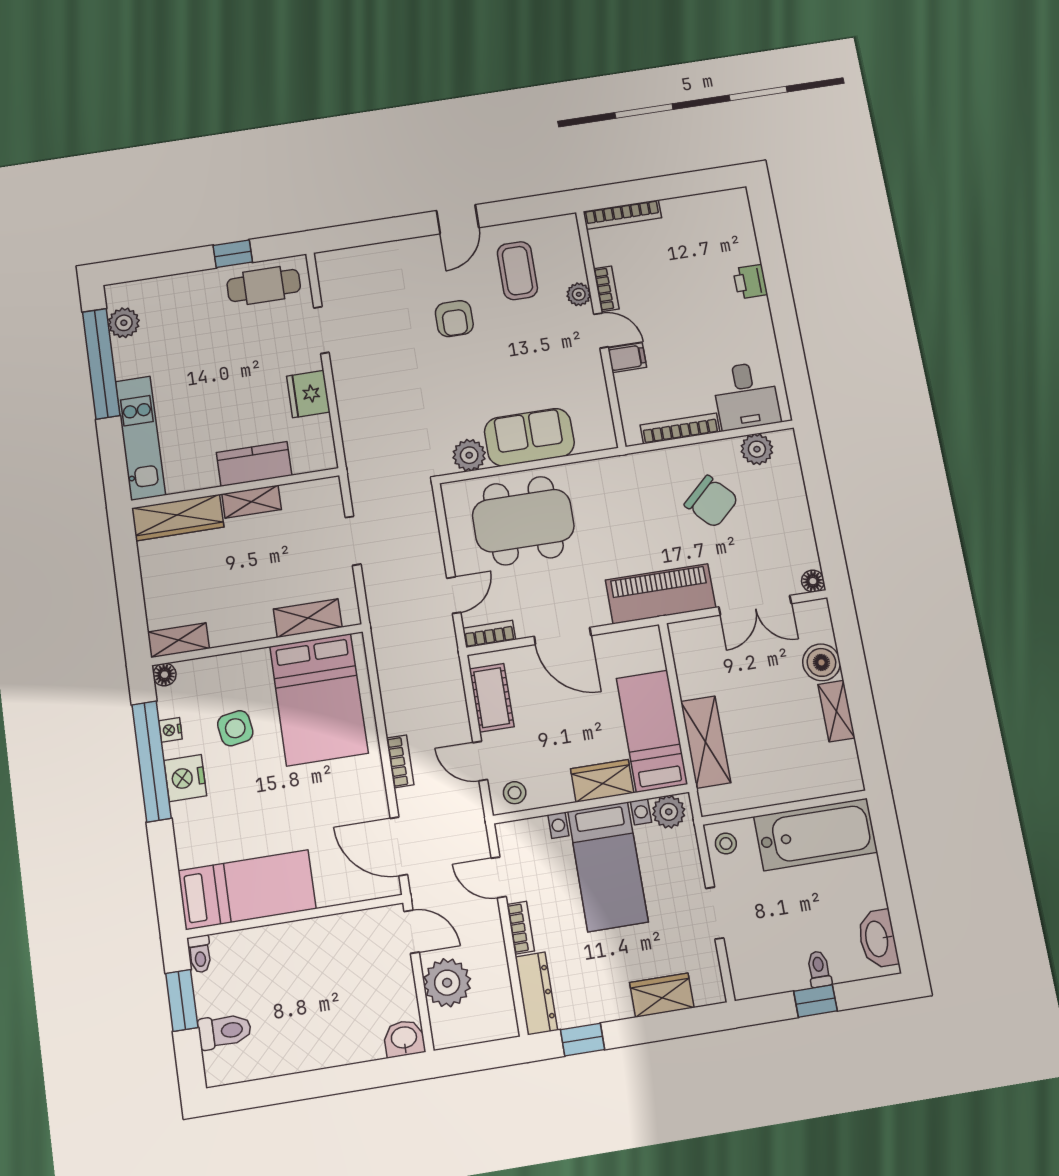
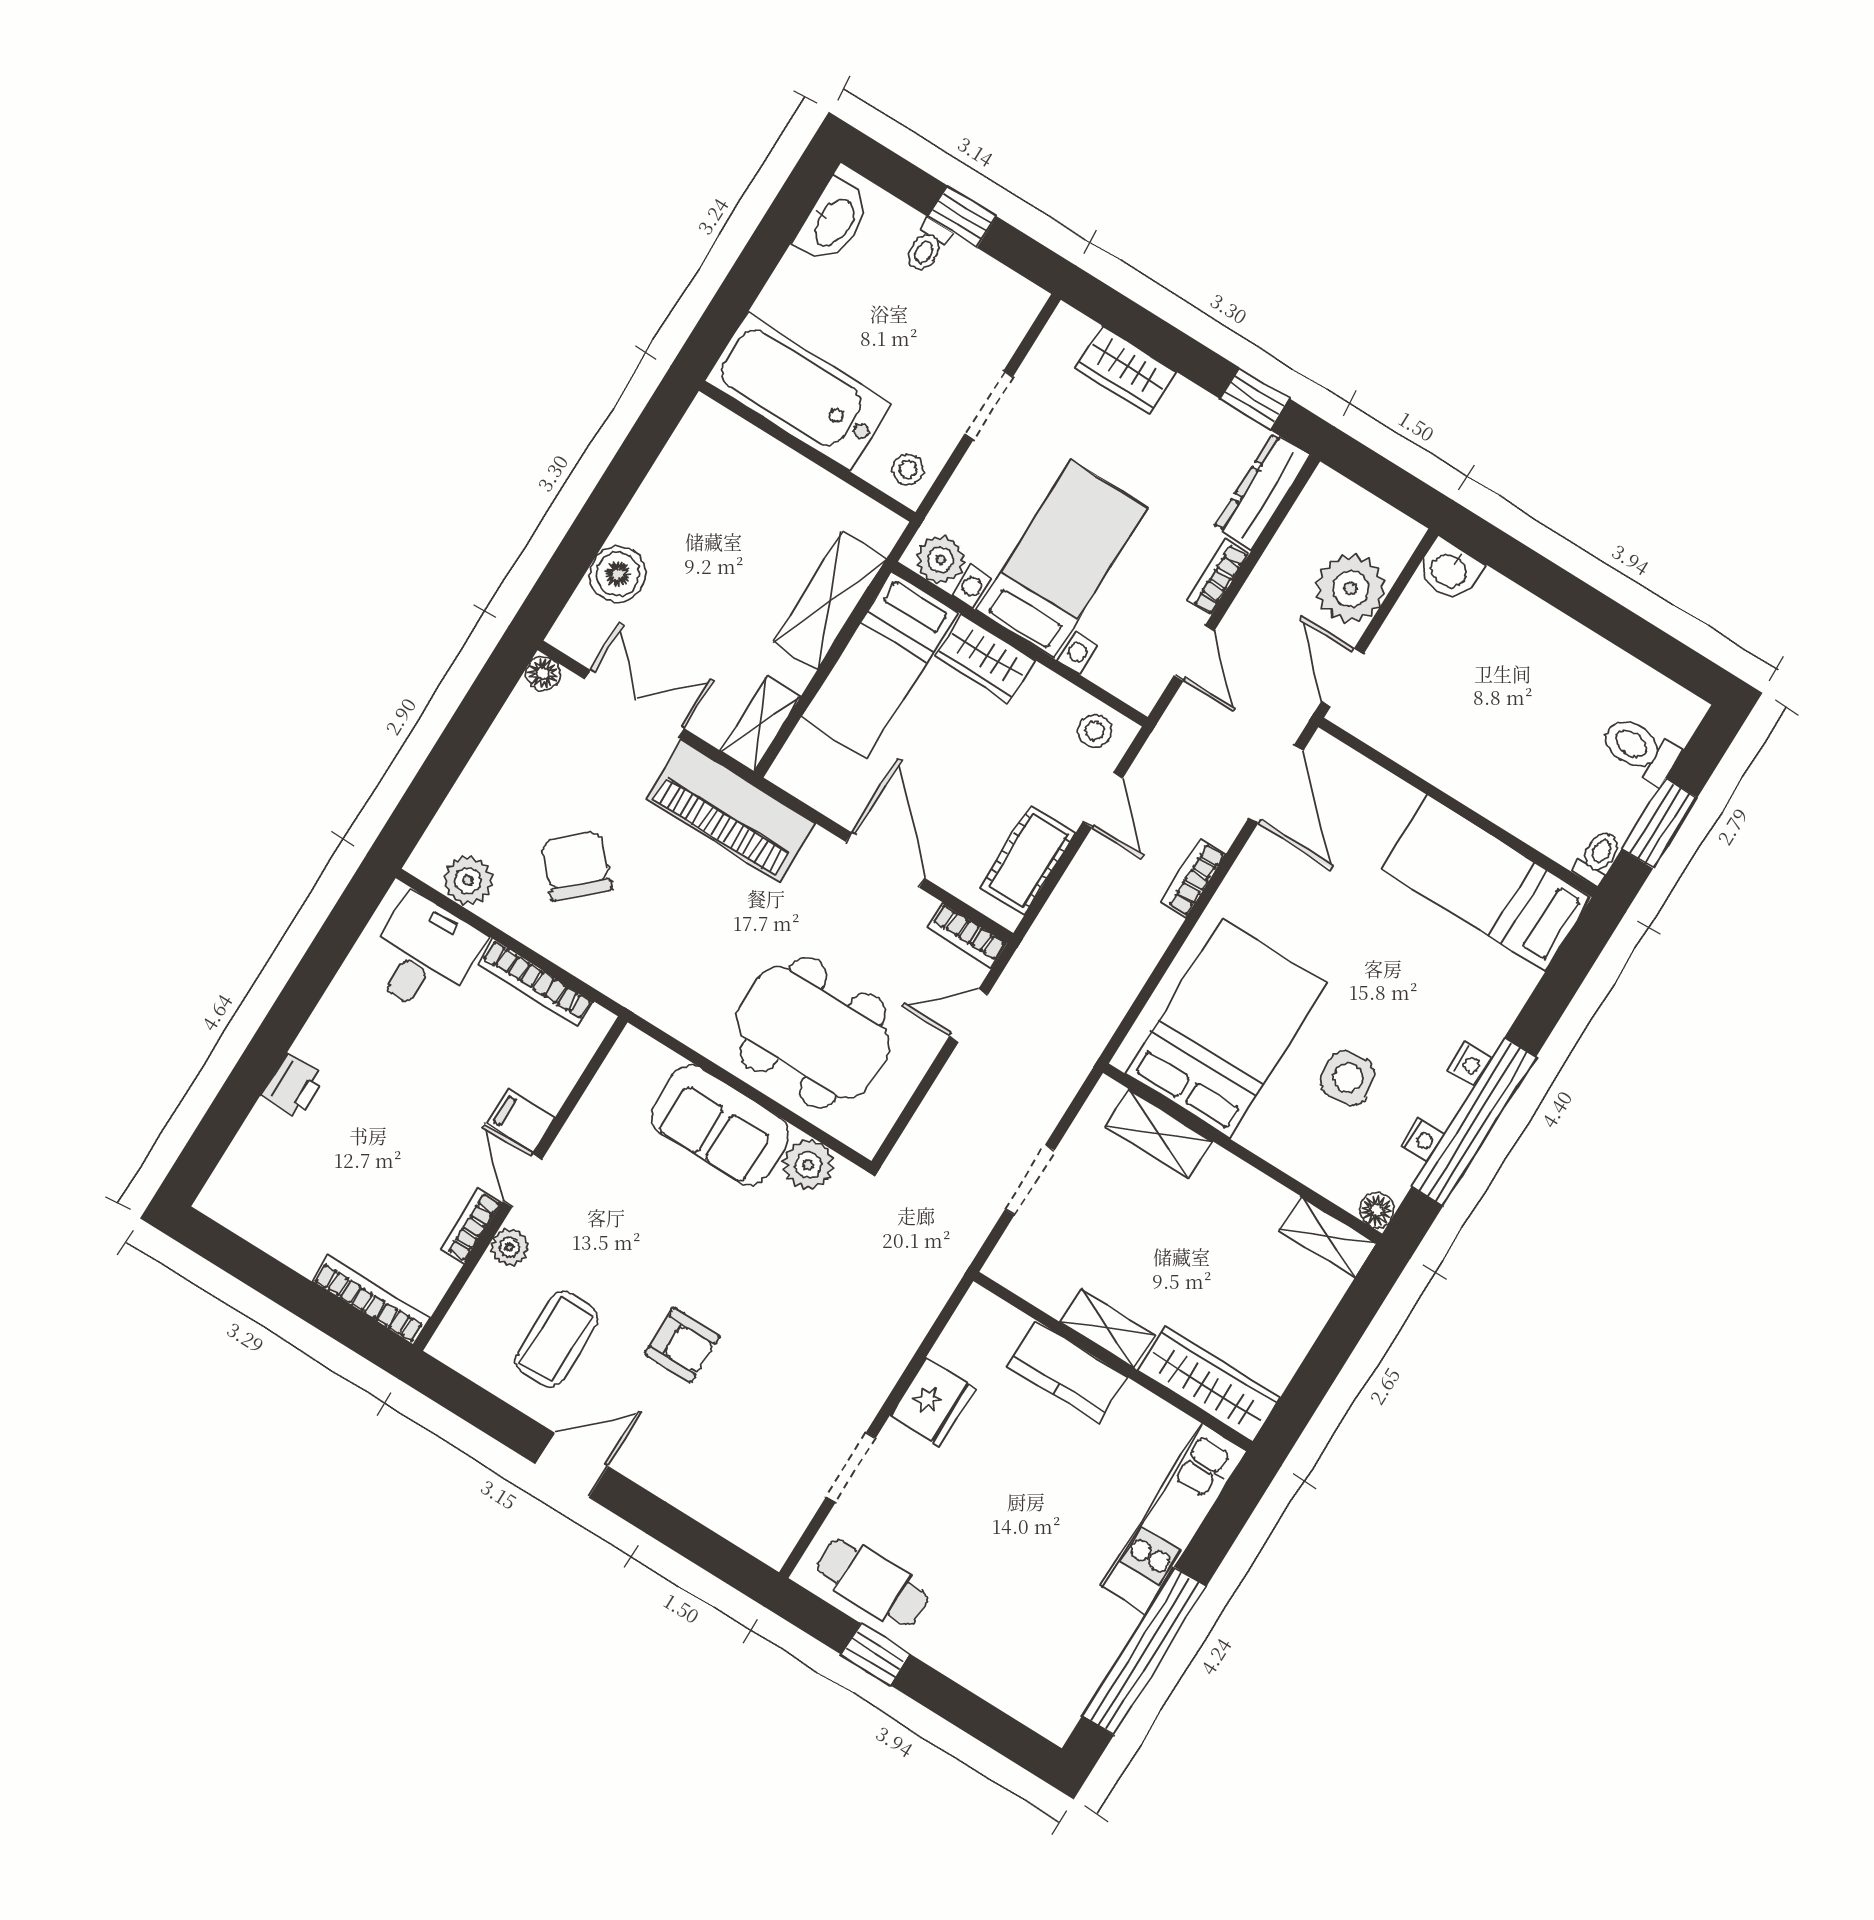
armchair: (454, 319) -> (682, 1345), turned 90
plant: (124, 323) -> (1076, 1679), removed
shelving: (836, 711) -> (760, 724), moved
nightstand: (185, 778) -> (1470, 1064), width x0.53, depth x0.56

